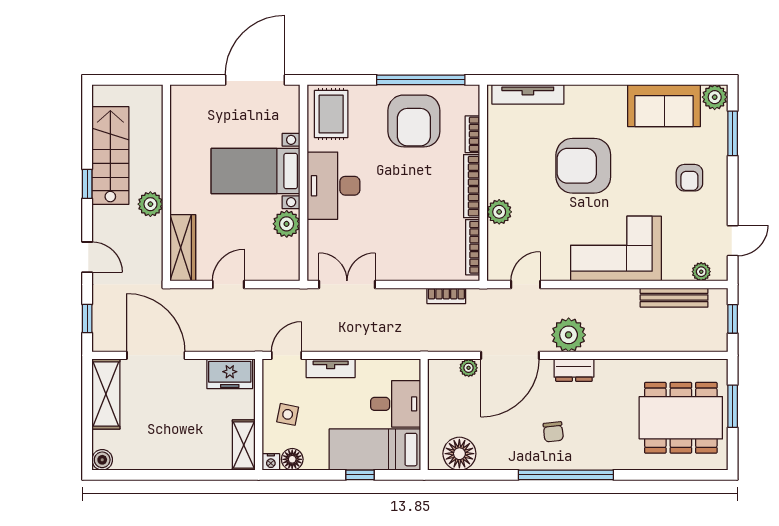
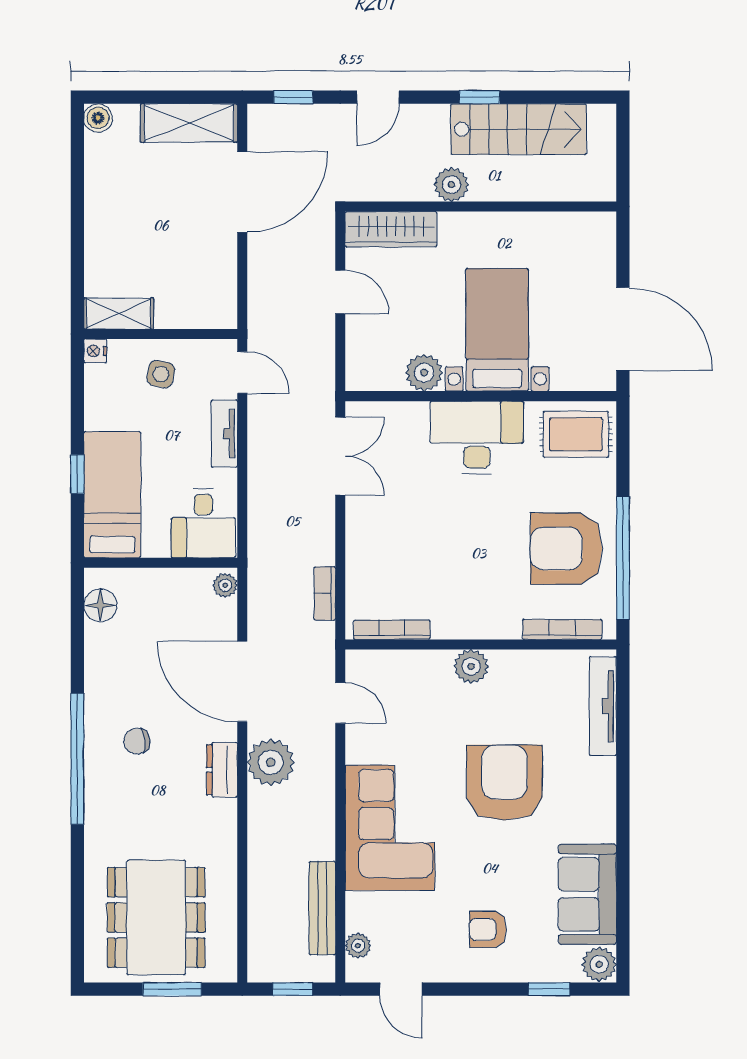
window: (733, 133) -> (549, 989), width x0.67
bookcase: (472, 134) -> (562, 629), width x1.56
bookcase: (472, 186) -> (476, 628), removed
plant: (499, 212) -> (471, 666), moved
plant: (469, 368) -> (225, 585), moved
freezer: (230, 374) -> (217, 294), removed
desk: (396, 404) -> (203, 523), moved
floor lamp: (459, 454) -> (100, 605), width x0.73, depth x0.73
floor lamp: (292, 459) -> (99, 380), removed

